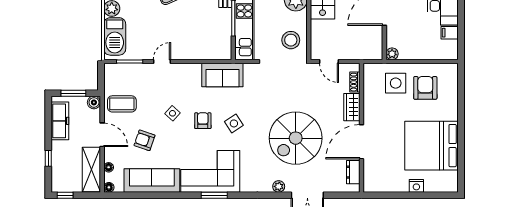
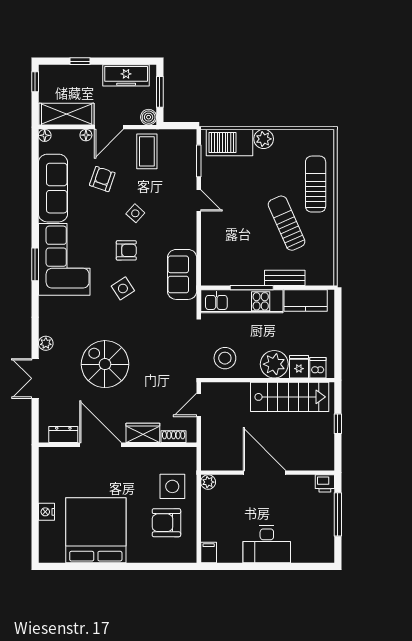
filing cabinet: (450, 33) -> (209, 553), moved
armchair: (425, 88) -> (166, 523), turned 180
spiral stairs: (296, 138) -> (105, 364), width x0.73, depth x0.73
floor lamp: (109, 167) -> (86, 135), moved

